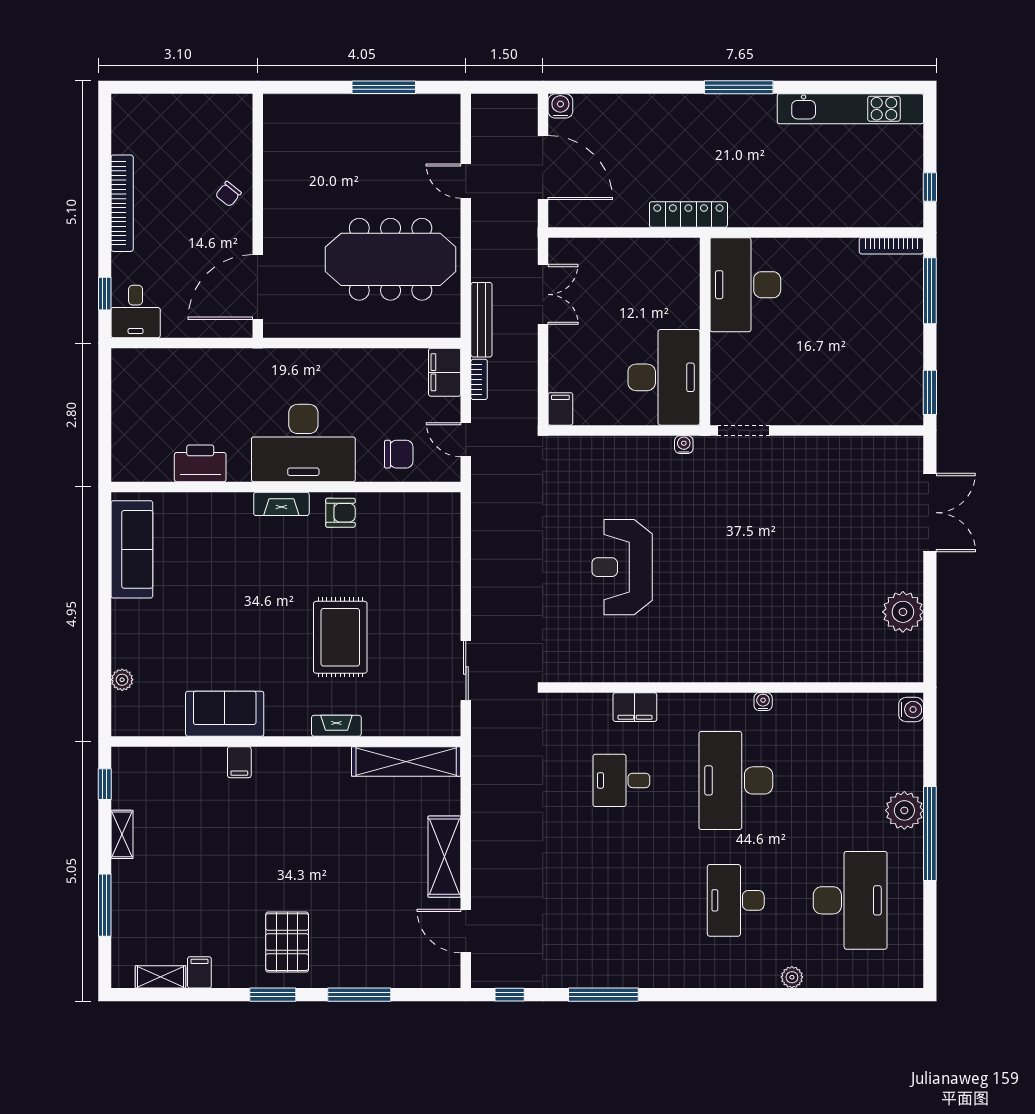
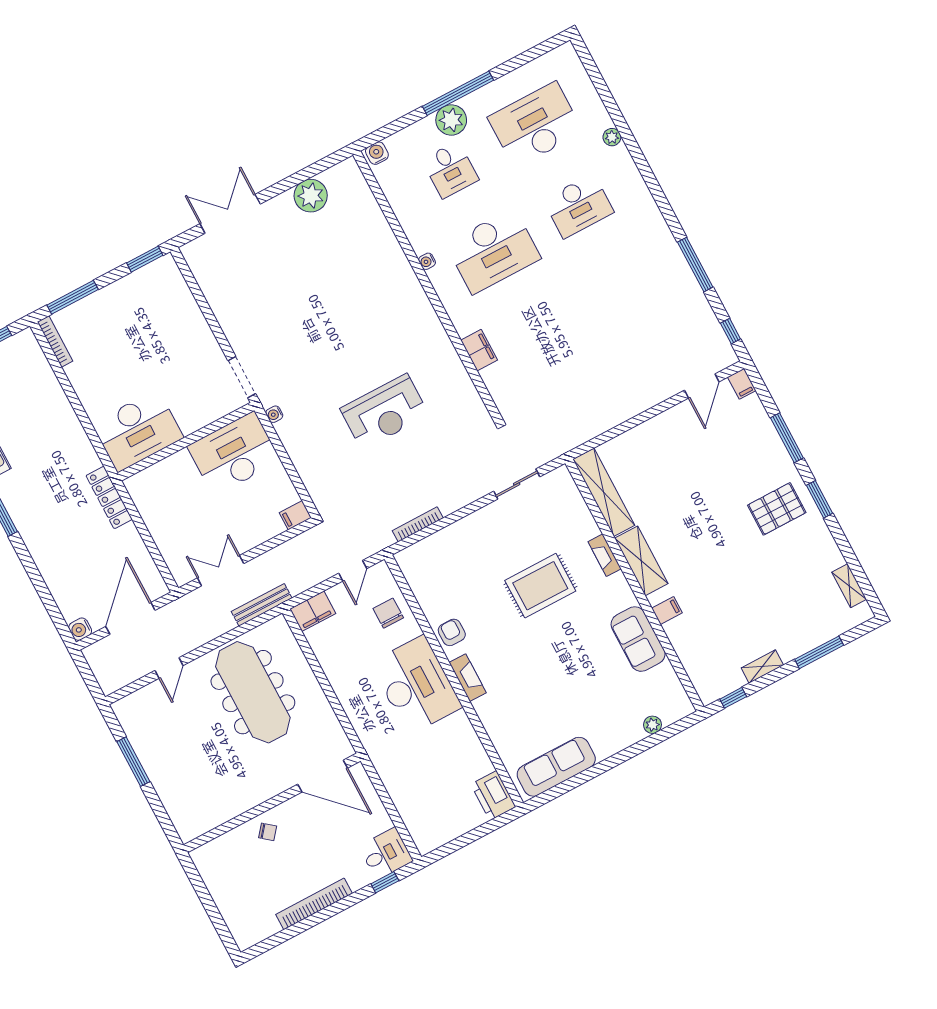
bookcase: (479, 379) -> (418, 524), moved, width x1.56
printer: (200, 463) -> (493, 796), moved
desk: (621, 780) -> (450, 170), moved
shelving: (444, 857) -> (641, 561), moved, turned 90
filing cabinet: (199, 972) -> (742, 384), moved, turned -90

